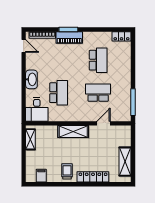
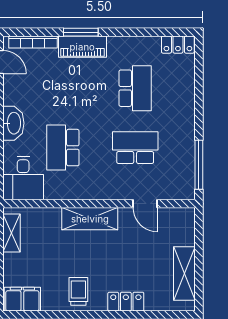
school desk: (59, 93) -> (63, 148), turned 180
door: (104, 123) -> (145, 204), swing flipped
filing cabinet: (41, 176) -> (22, 299), width x2.00
locker: (93, 177) -> (126, 302), width x0.66

